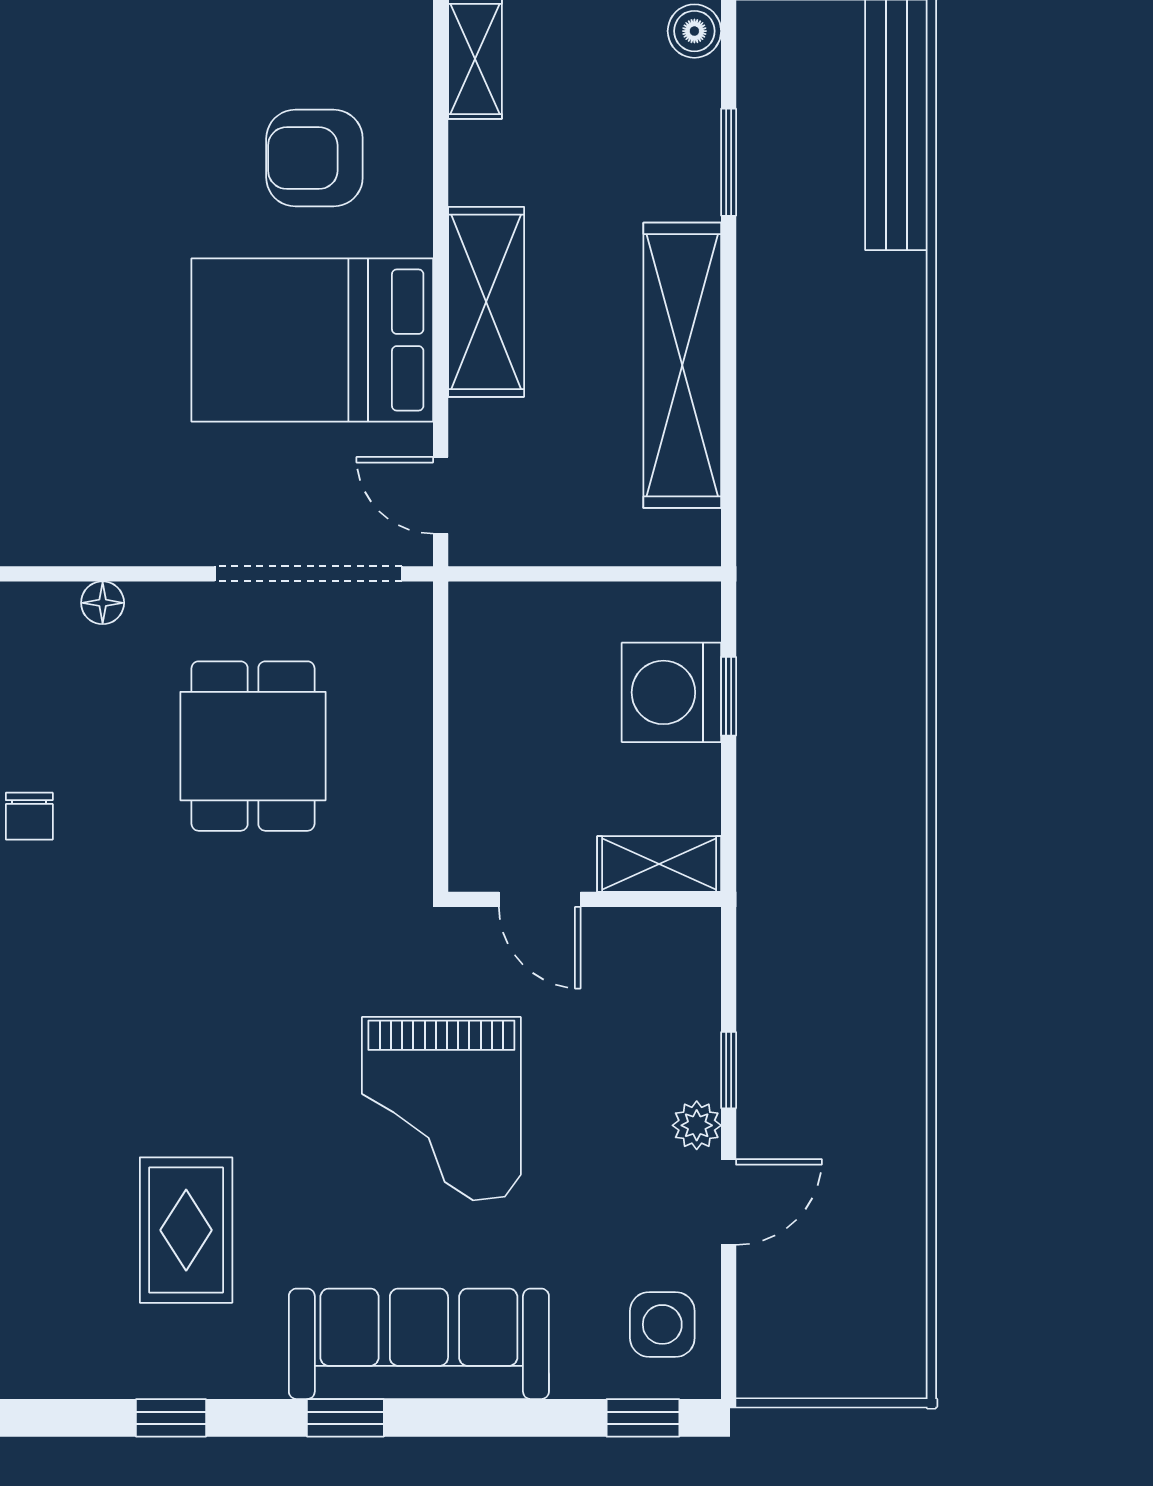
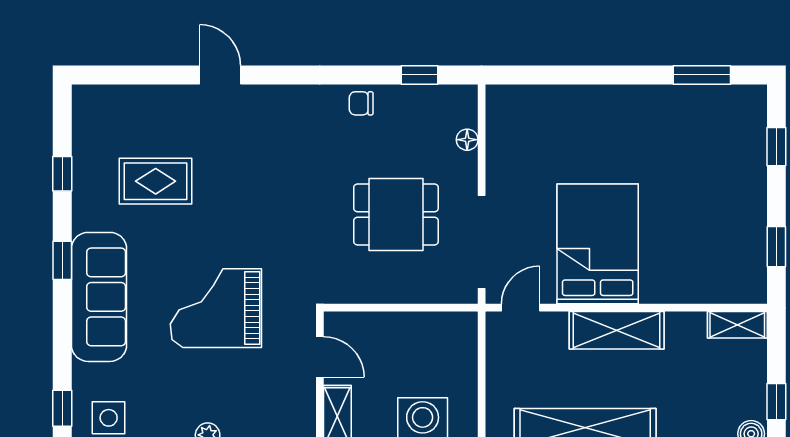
armchair: (314, 158) -> (688, 245), removed
door: (540, 899) -> (320, 357), swing flipped

